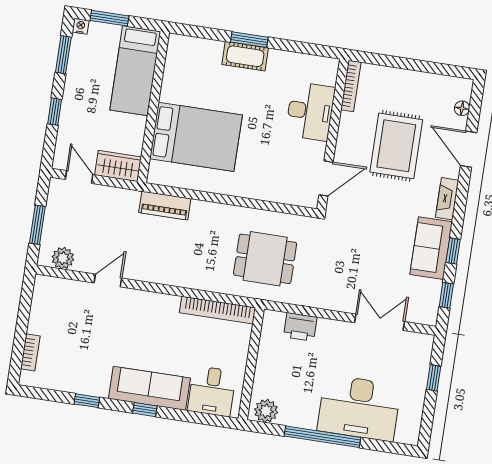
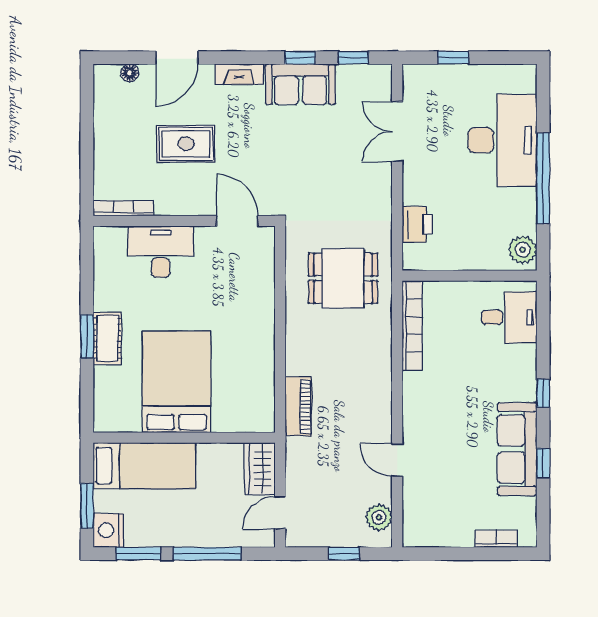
nightstand: (81, 26) -> (108, 530), width x1.89, depth x1.79
window: (55, 112) -> (207, 554), width x2.17
bed: (196, 137) -> (177, 382), moved
rug: (396, 146) -> (186, 144), width x0.73, depth x0.70
window: (37, 225) -> (344, 554), width x0.67
dining table: (265, 259) -> (343, 278), turned 90
sofa: (149, 388) -> (517, 449), moved

